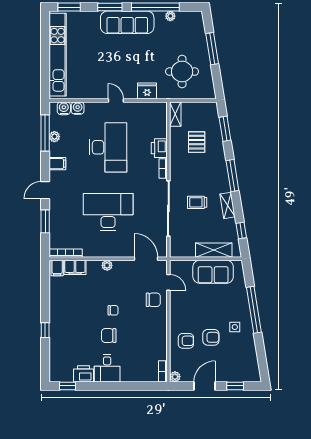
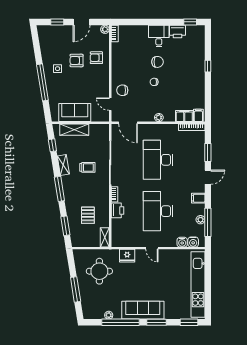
desk: (108, 212) -> (158, 160), turned 90

